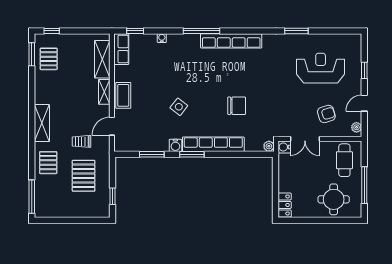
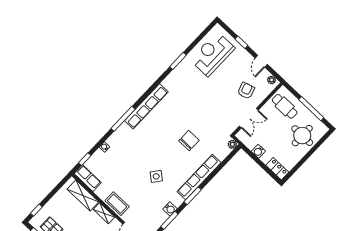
reception desk: (321, 68) -> (213, 54), moved
water cooler: (175, 145) -> (170, 209), moved
water cooler: (284, 147) -> (258, 151), moved

